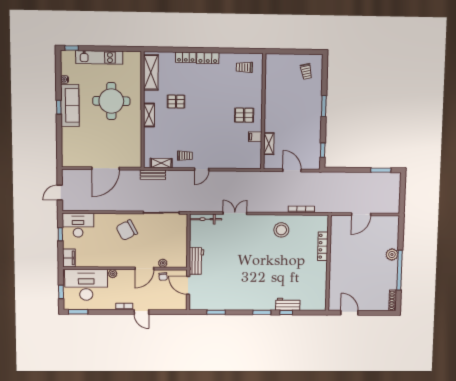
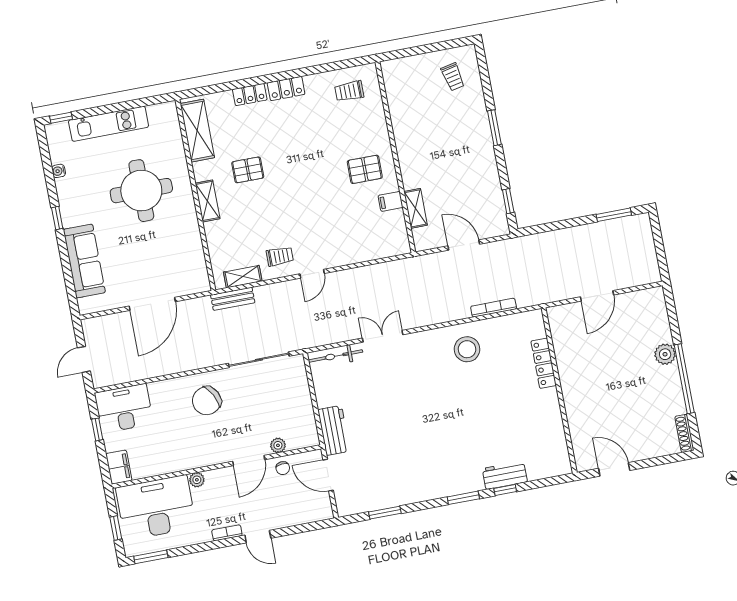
sofa: (70, 105) -> (84, 261), moved

